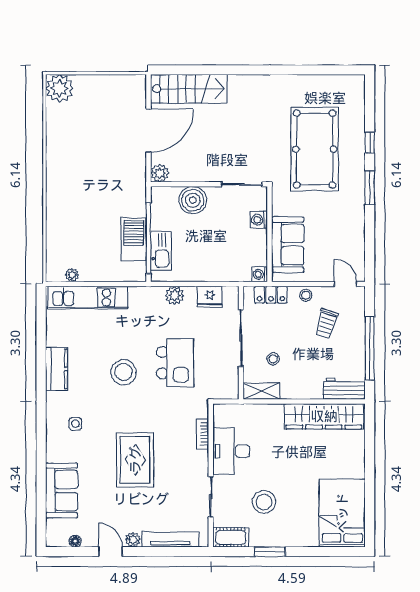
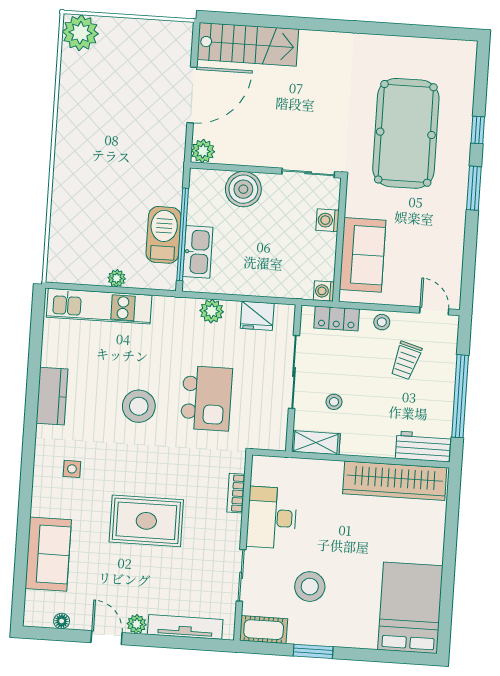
plant: (72, 275) -> (117, 278), moved
rug: (135, 460) -> (146, 521), turned 90

